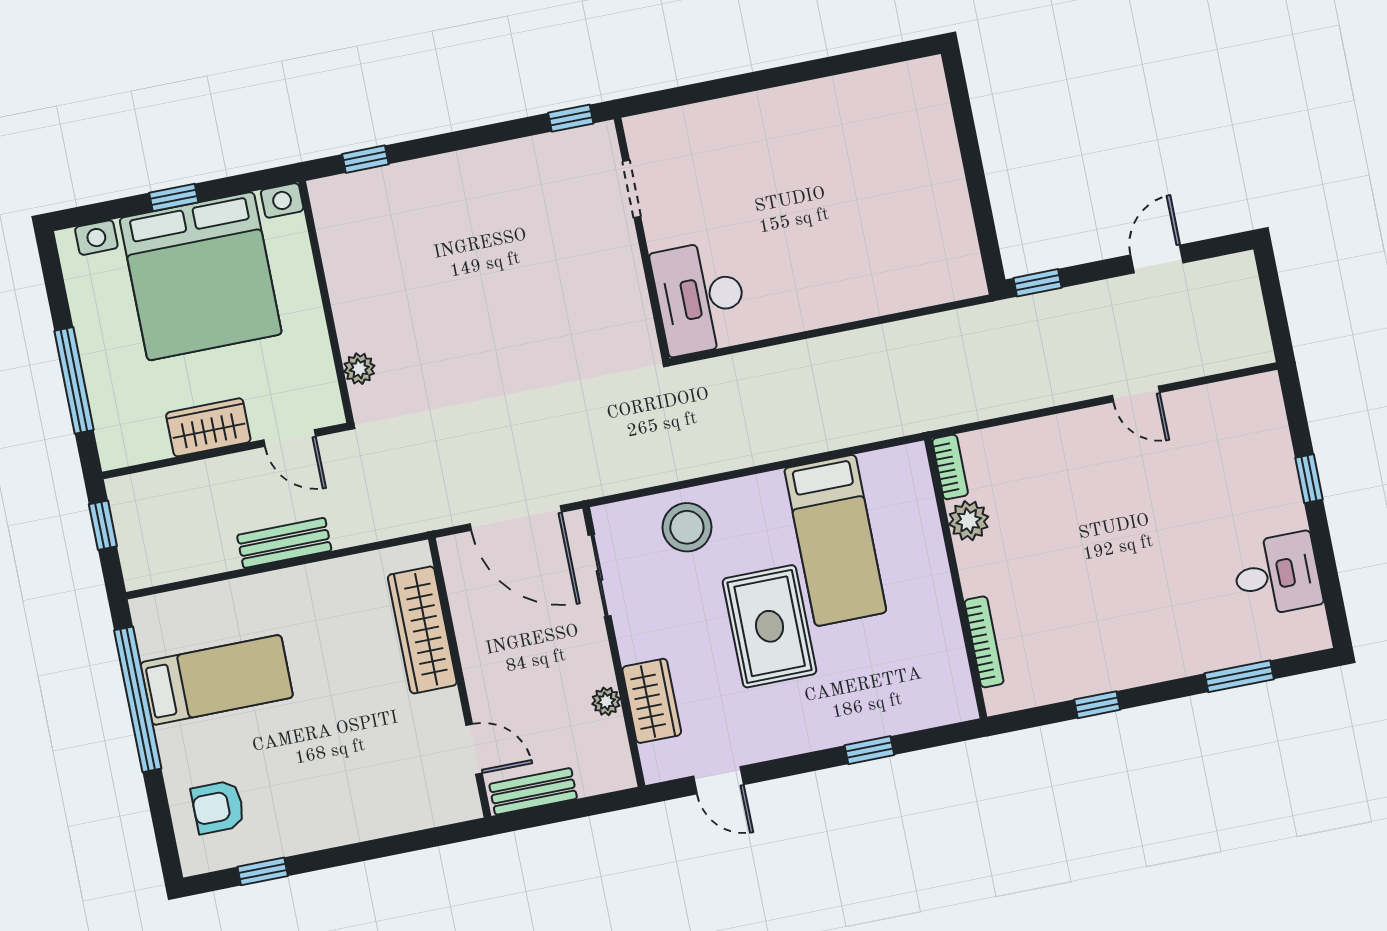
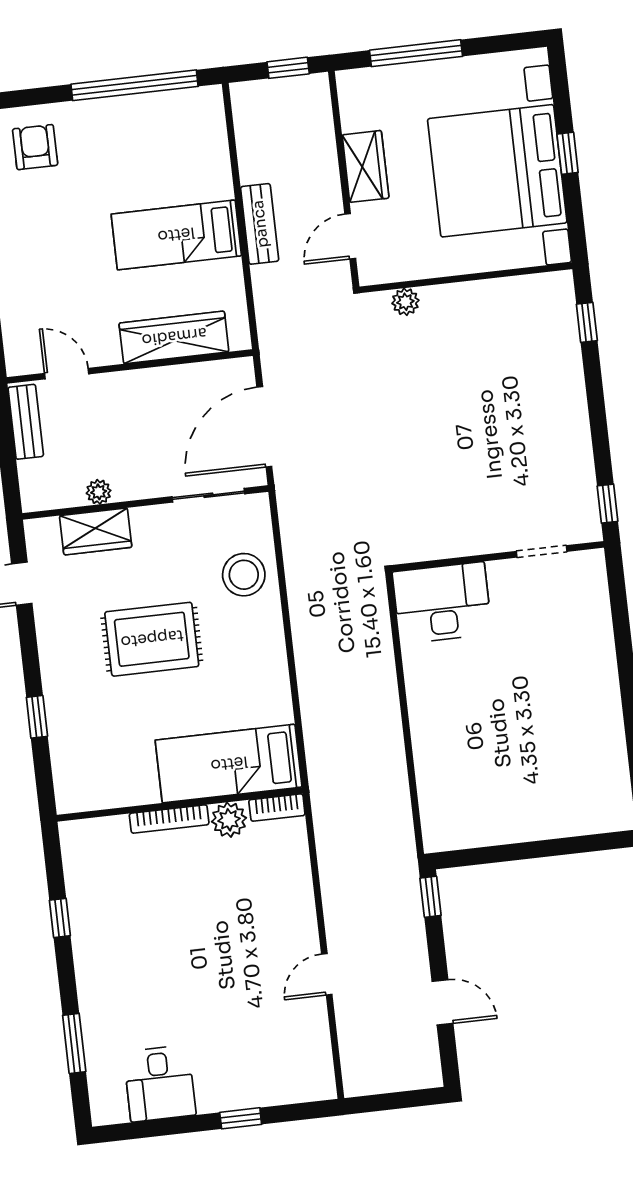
bed: (835, 540) -> (229, 764), moved
bookcase: (984, 642) -> (169, 819), moved
bed: (217, 680) -> (176, 235), moved, turned 90
door: (474, 749) -> (67, 374), swing flipped

